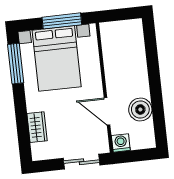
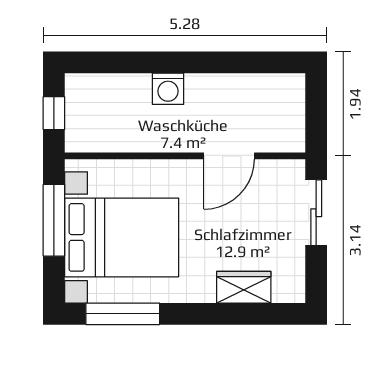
window: (120, 15) -> (54, 113), added
boiler: (140, 109) -> (232, 94), removed
washing machine: (121, 143) -> (168, 89), moved, turned -90

